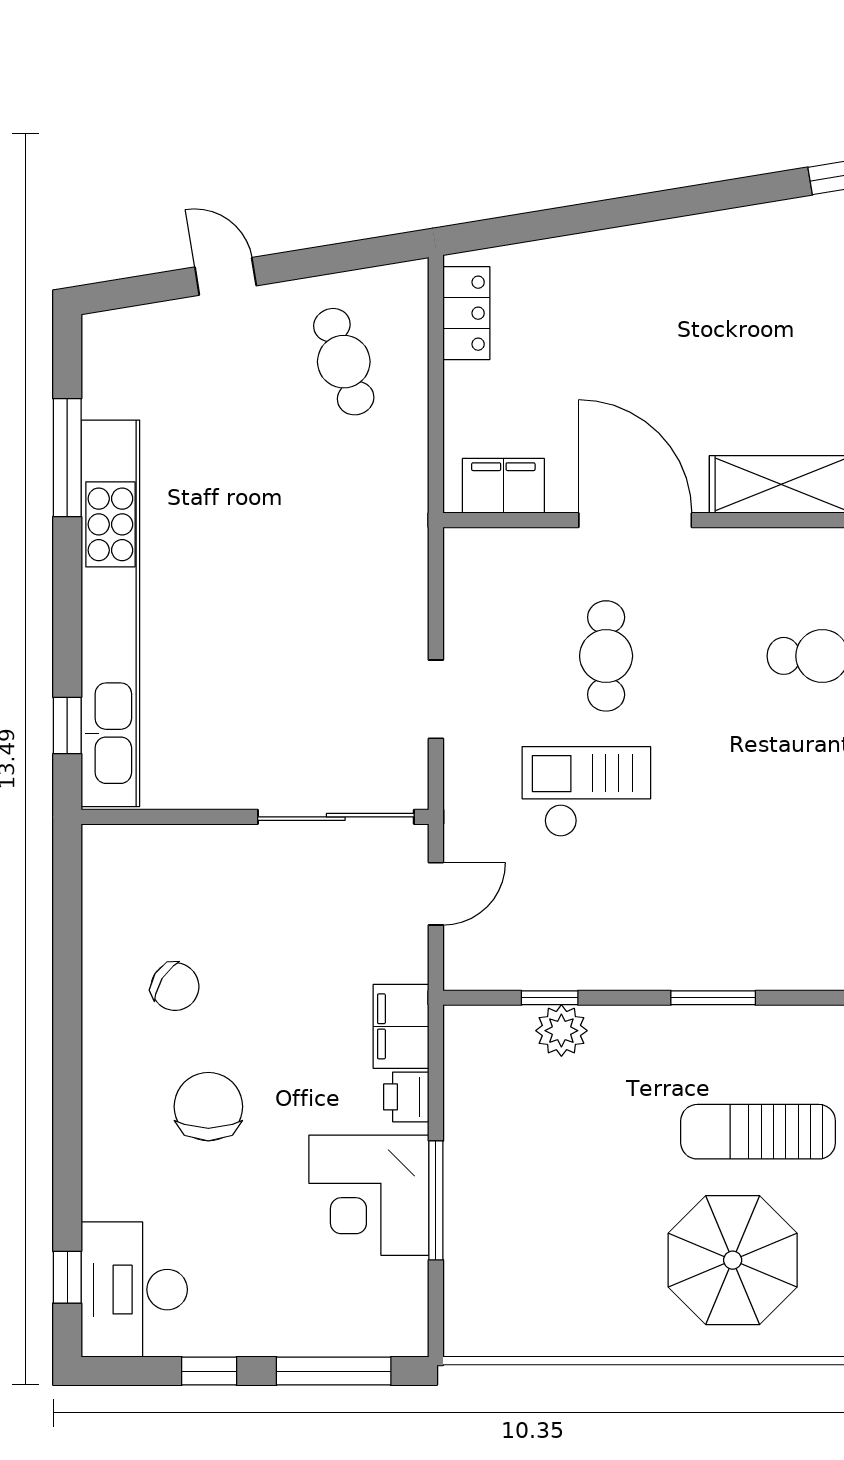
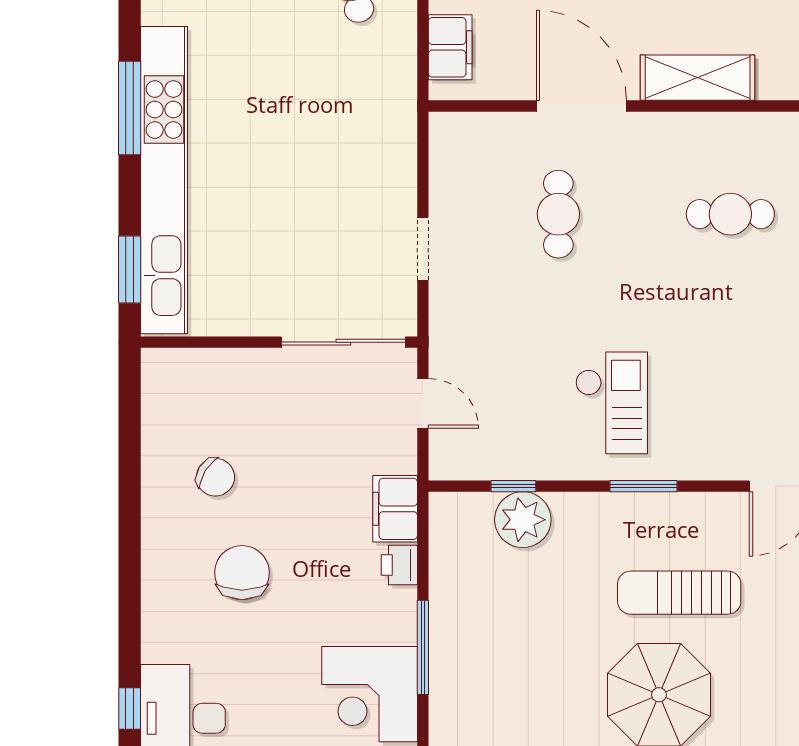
window: (67, 458) -> (130, 108), moved
filing cabinet: (503, 486) -> (450, 47), moved, turned 90
window: (67, 726) -> (130, 269), width x1.50
checkout: (586, 792) -> (612, 403), moved, turned 90
door: (436, 894) -> (423, 403), hinge flipped
plant: (561, 1031) -> (523, 520), width x1.36, depth x1.36
corner desk: (369, 1195) -> (370, 694), moved

